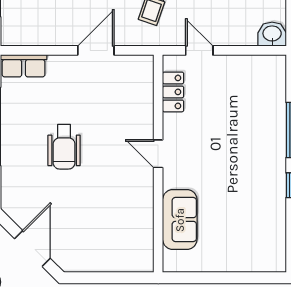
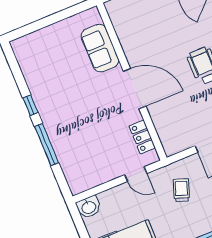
door: (158, 154) -> (135, 89), width x1.88

